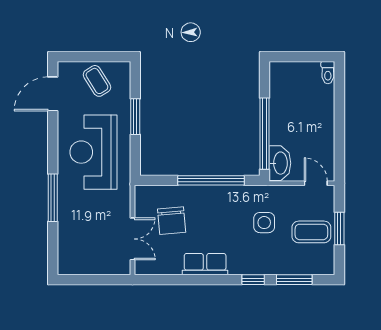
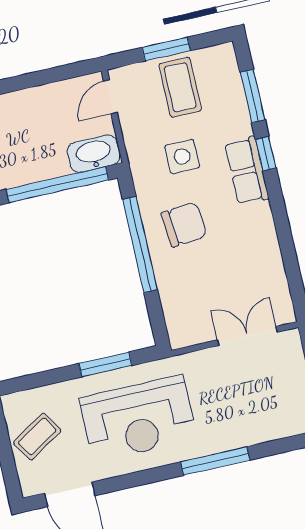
window: (135, 117) -> (105, 364), moved
chair: (172, 221) -> (184, 225), moved
row of seats: (205, 264) -> (247, 171), moved

